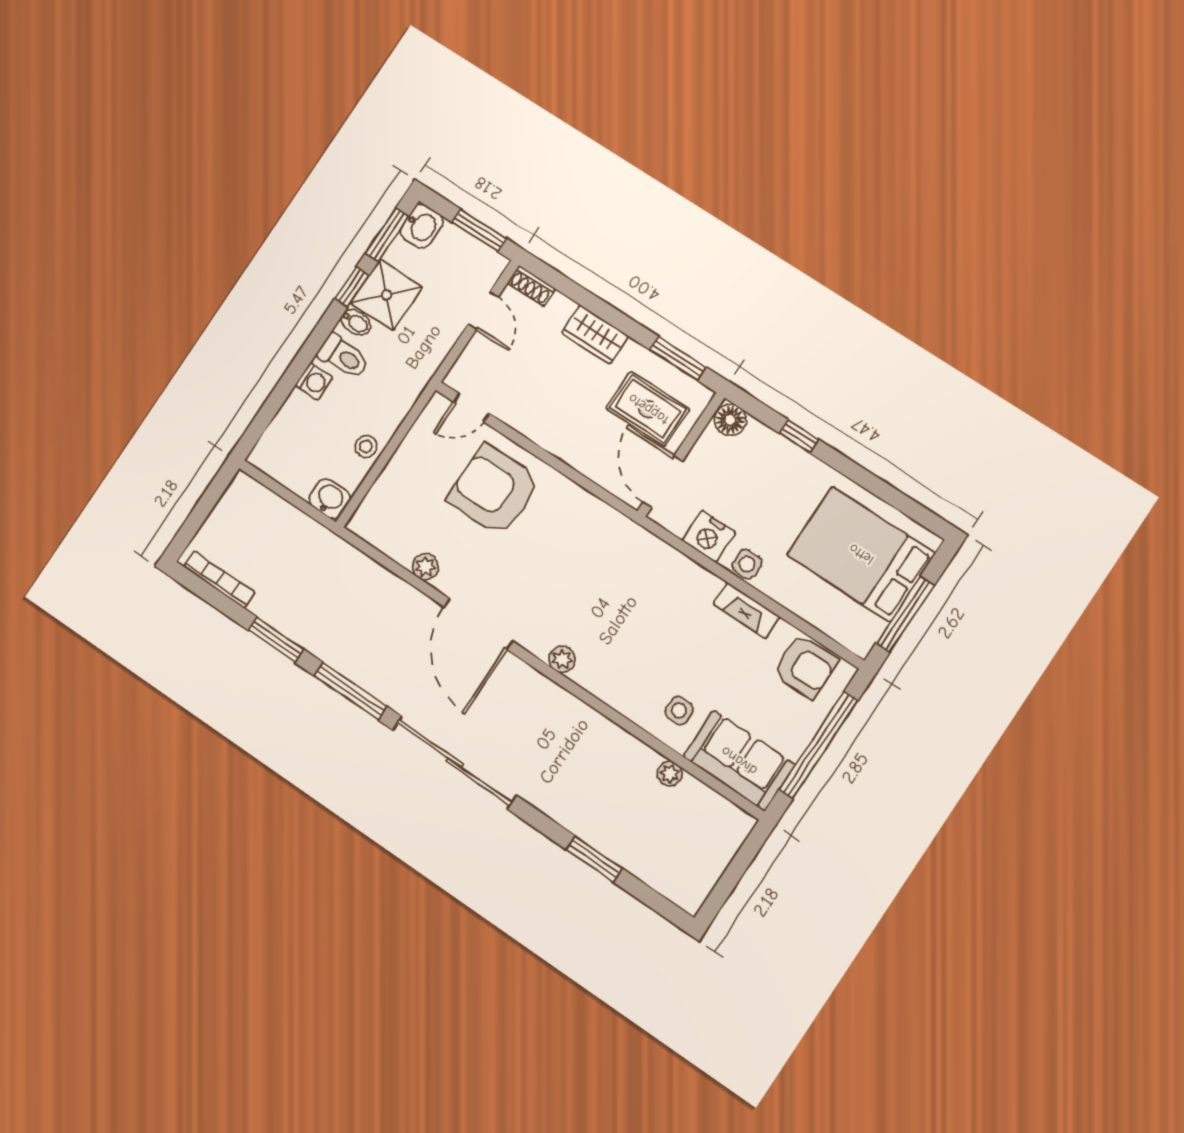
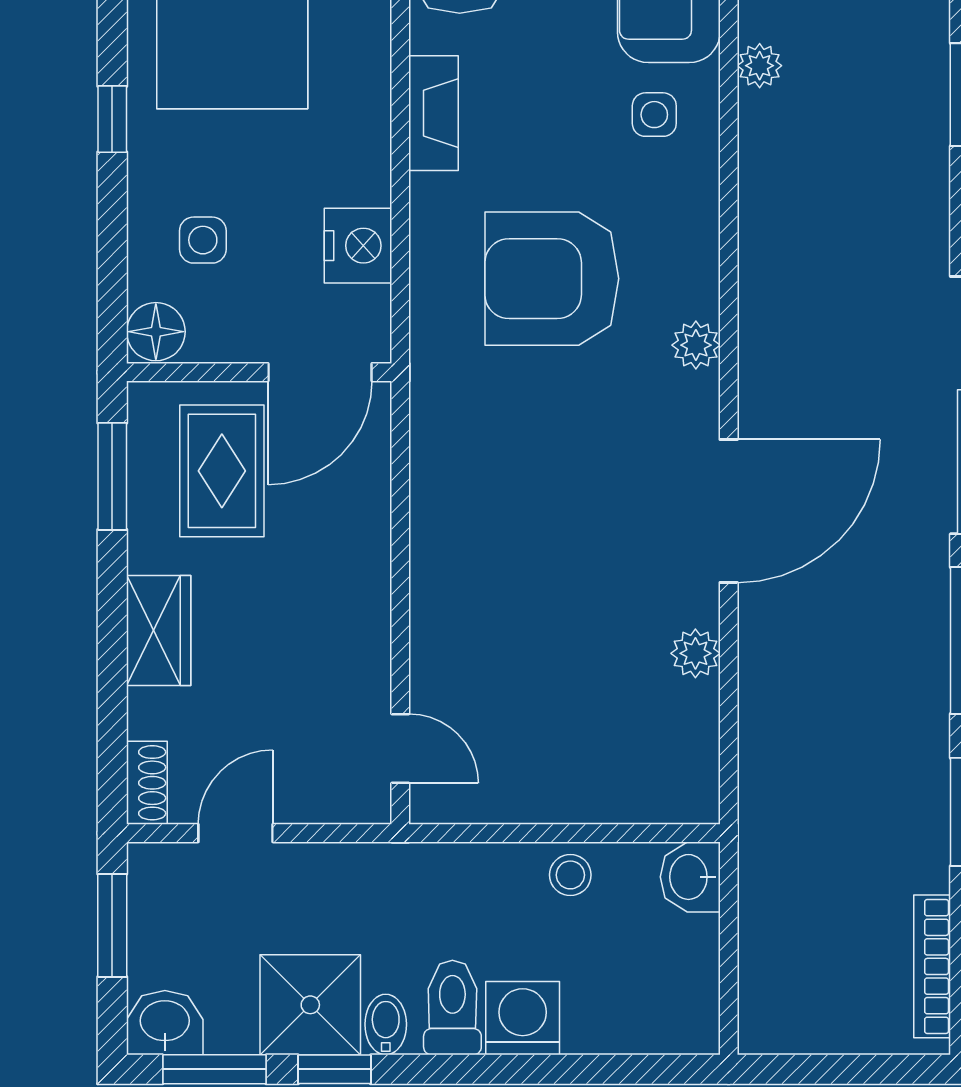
washing machine: (314, 381) -> (523, 1018), width x1.38, depth x1.38
window: (799, 436) -> (112, 119), moved
armchair: (494, 490) -> (552, 279), moved, turned 90
side table: (747, 564) -> (203, 240), moved

